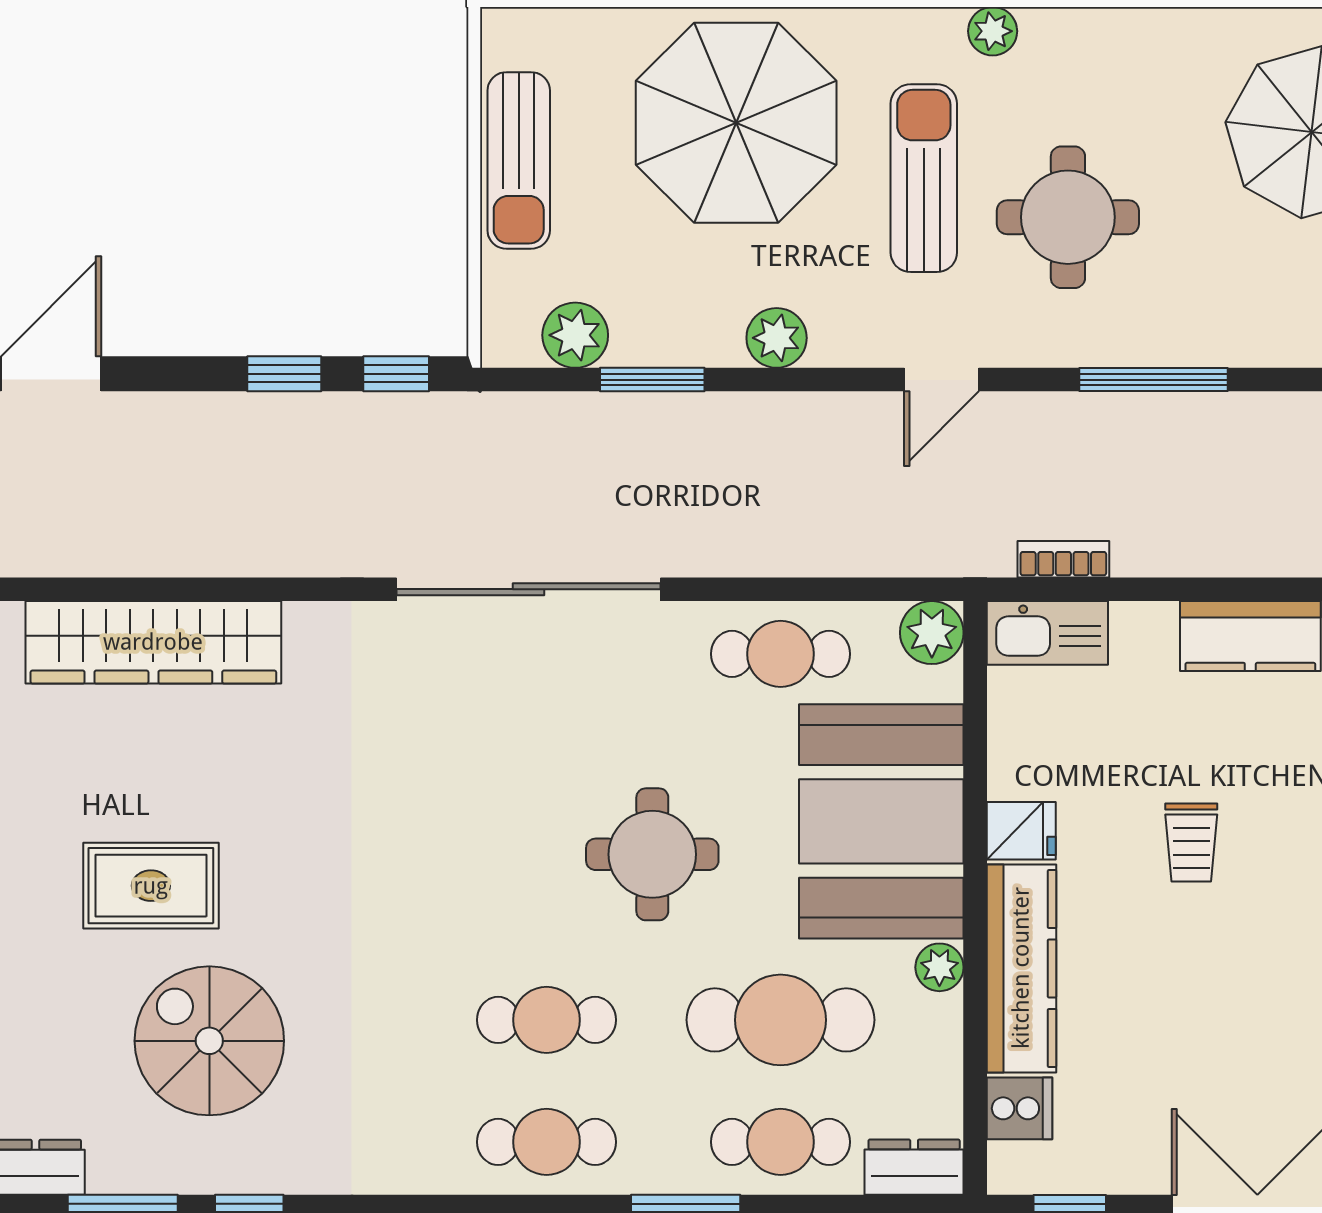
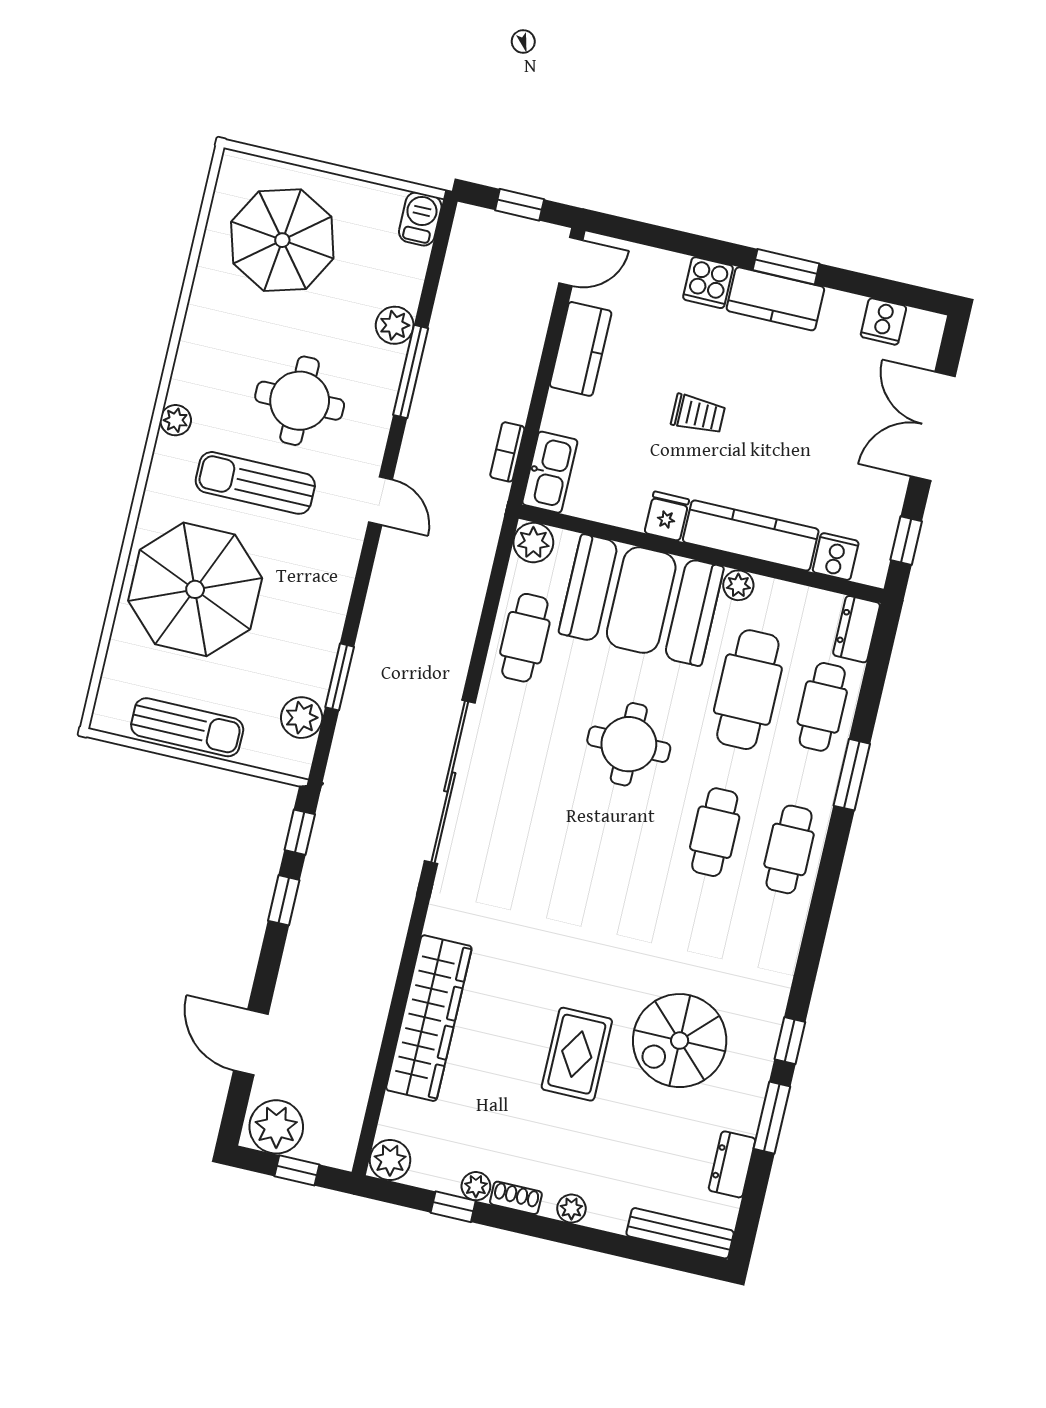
plant: (777, 338) -> (395, 325), moved

